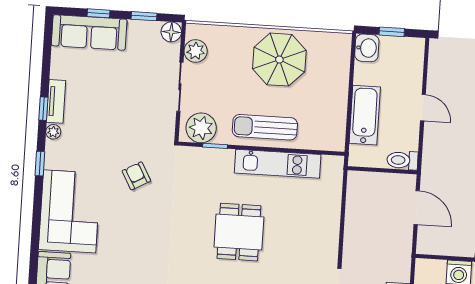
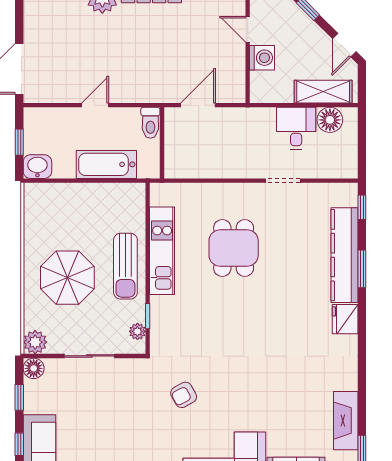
plant: (196, 51) -> (35, 342), moved
parasol: (279, 60) -> (67, 278), moved
plant: (201, 128) -> (137, 331), width x0.53, depth x0.53
dining table: (239, 232) -> (234, 248), moved, turned 90

